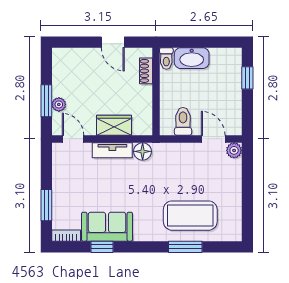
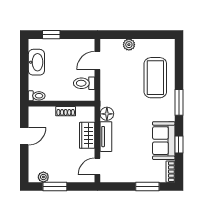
washbasin: (192, 58) -> (36, 62), moved
shoe rack: (146, 71) -> (66, 111), moved
window: (46, 101) -> (55, 186), moved
plant: (59, 104) -> (43, 177), moved
plant: (234, 150) -> (129, 45), moved
window: (185, 247) -> (179, 102), moved

